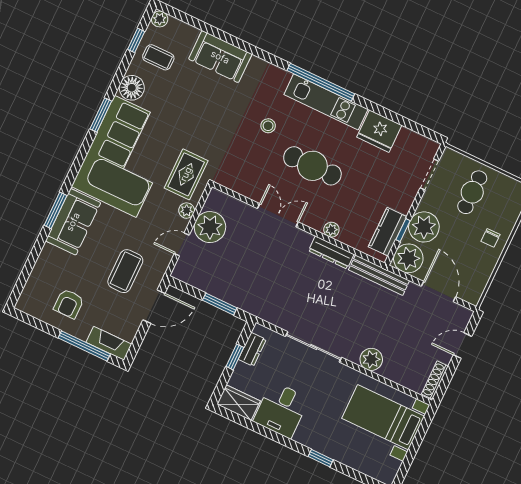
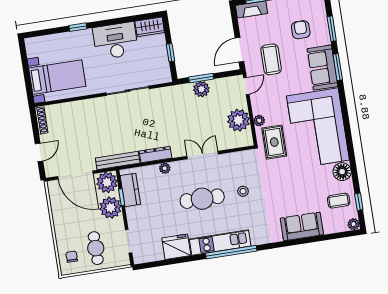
window: (101, 115) -> (332, 29), moved
stool: (268, 126) -> (243, 191), moved
double door: (278, 215) -> (203, 155), swing flipped
chair: (490, 238) -> (72, 257), moved
door: (182, 244) -> (246, 86), moved
door: (438, 291) -> (75, 175), width x1.36
armchair: (69, 304) -> (301, 30), moved
dresser: (252, 349) -> (163, 64), removed
plant: (371, 359) -> (201, 89), moved
desk: (281, 410) -> (116, 41), width x1.37

